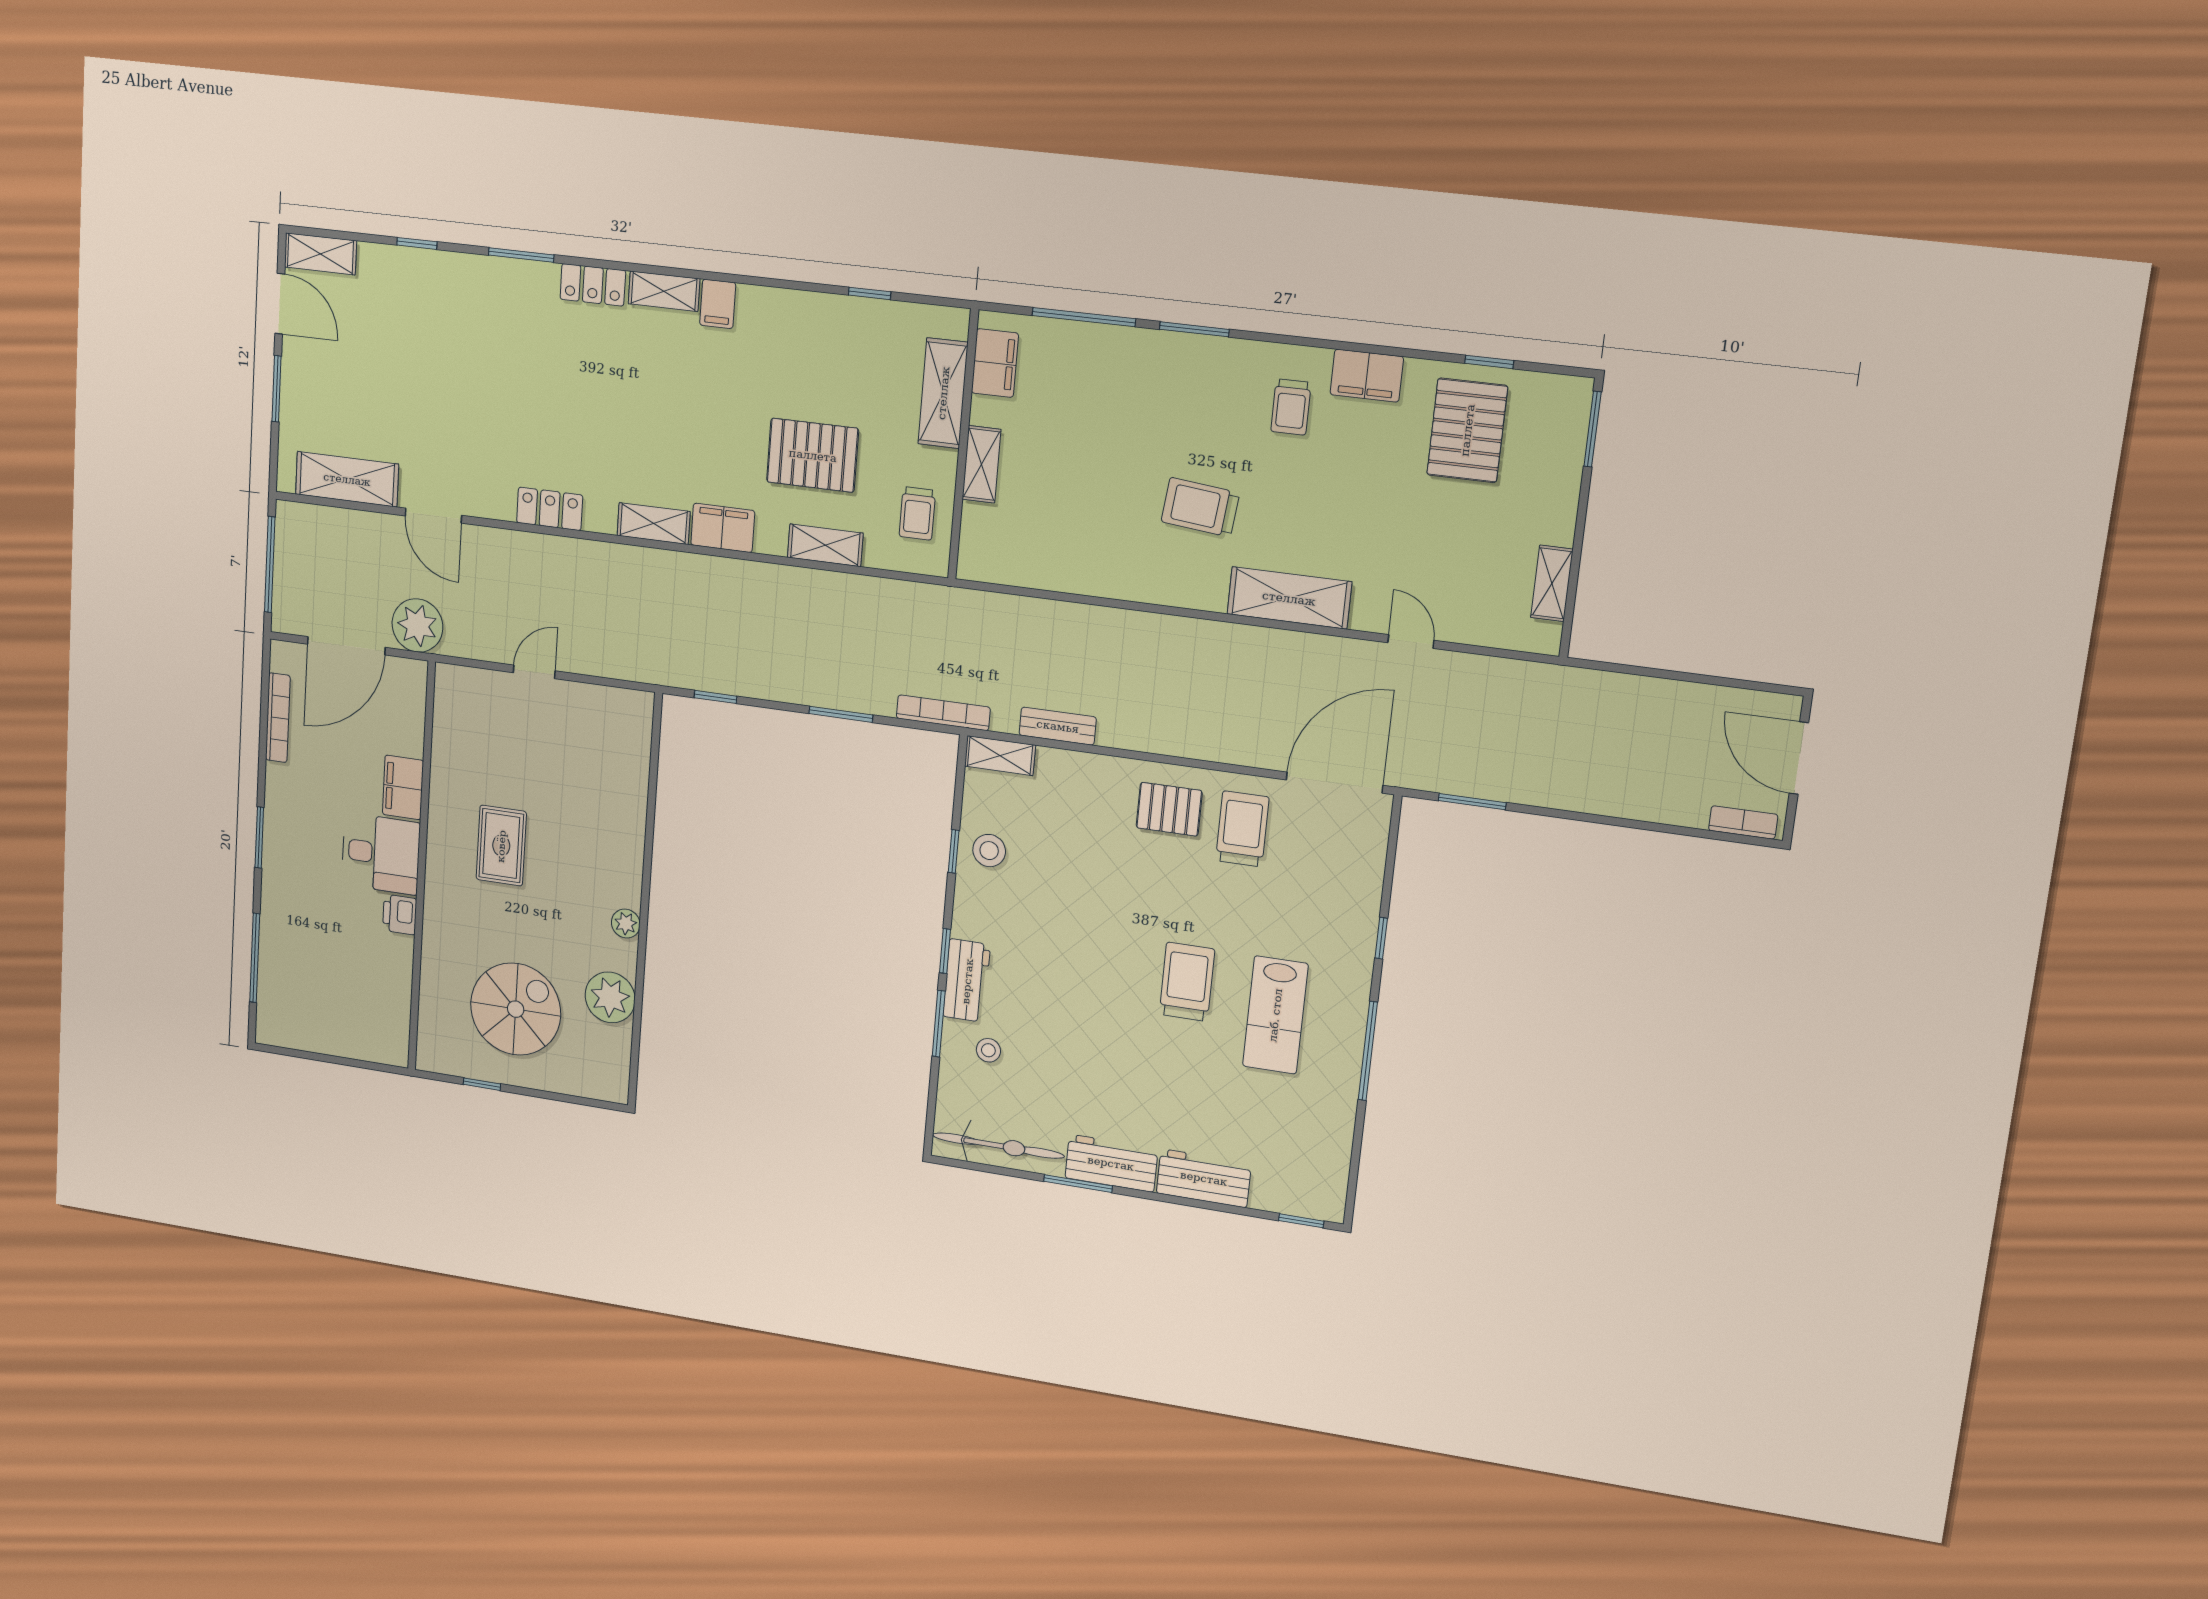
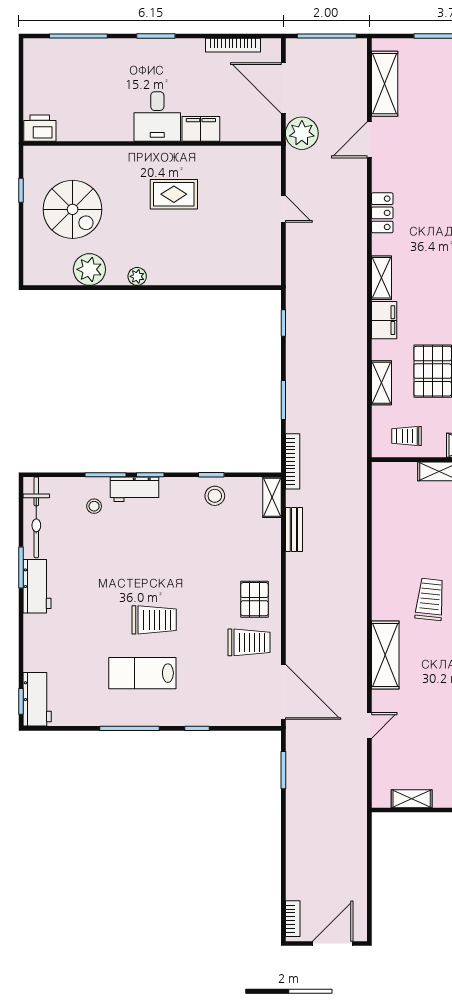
printer: (400, 915) -> (40, 128), moved, width x1.36, depth x1.24
workbench: (1204, 1178) -> (37, 699), moved

